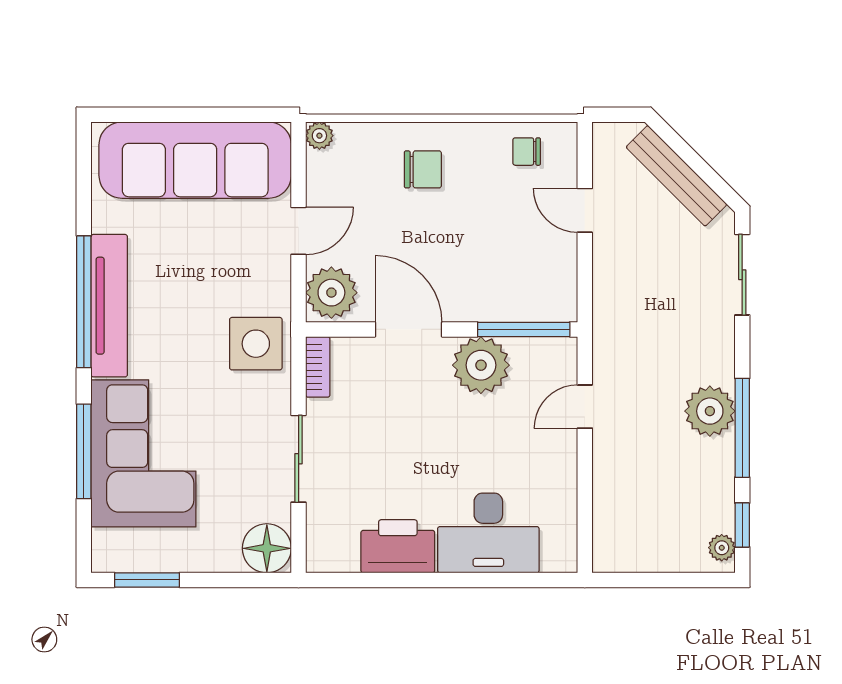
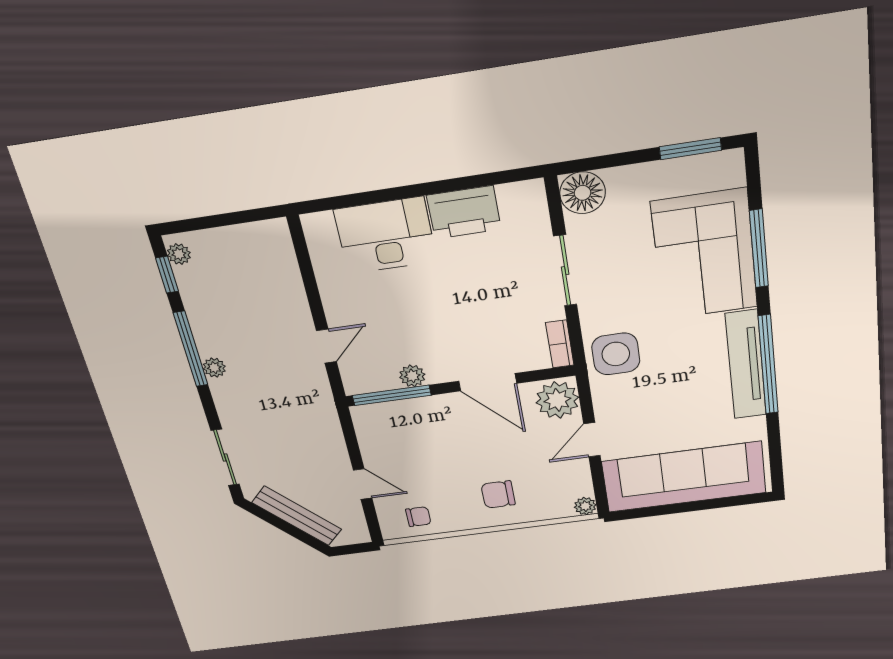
plant: (481, 365) -> (412, 376), width x0.53, depth x0.53
plant: (710, 411) -> (214, 368), width x0.53, depth x0.53

